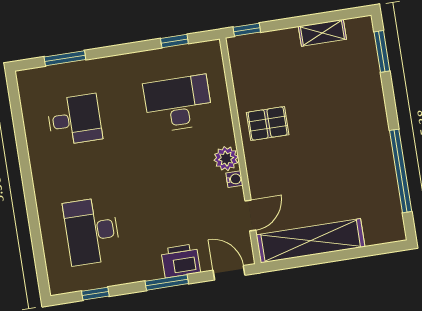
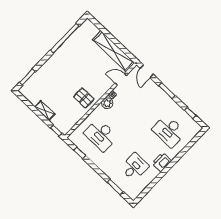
shelving: (322, 33) -> (45, 111), moved
desk: (74, 120) -> (134, 167), turned 90
desk: (92, 231) -> (169, 131), turned 90
printer: (181, 261) -> (162, 162), moved, turned 90

